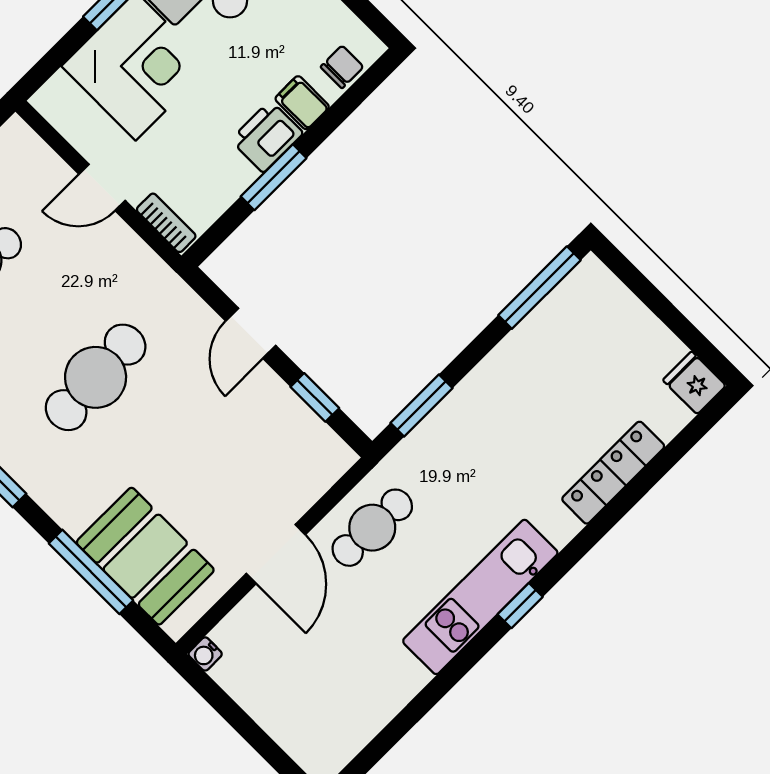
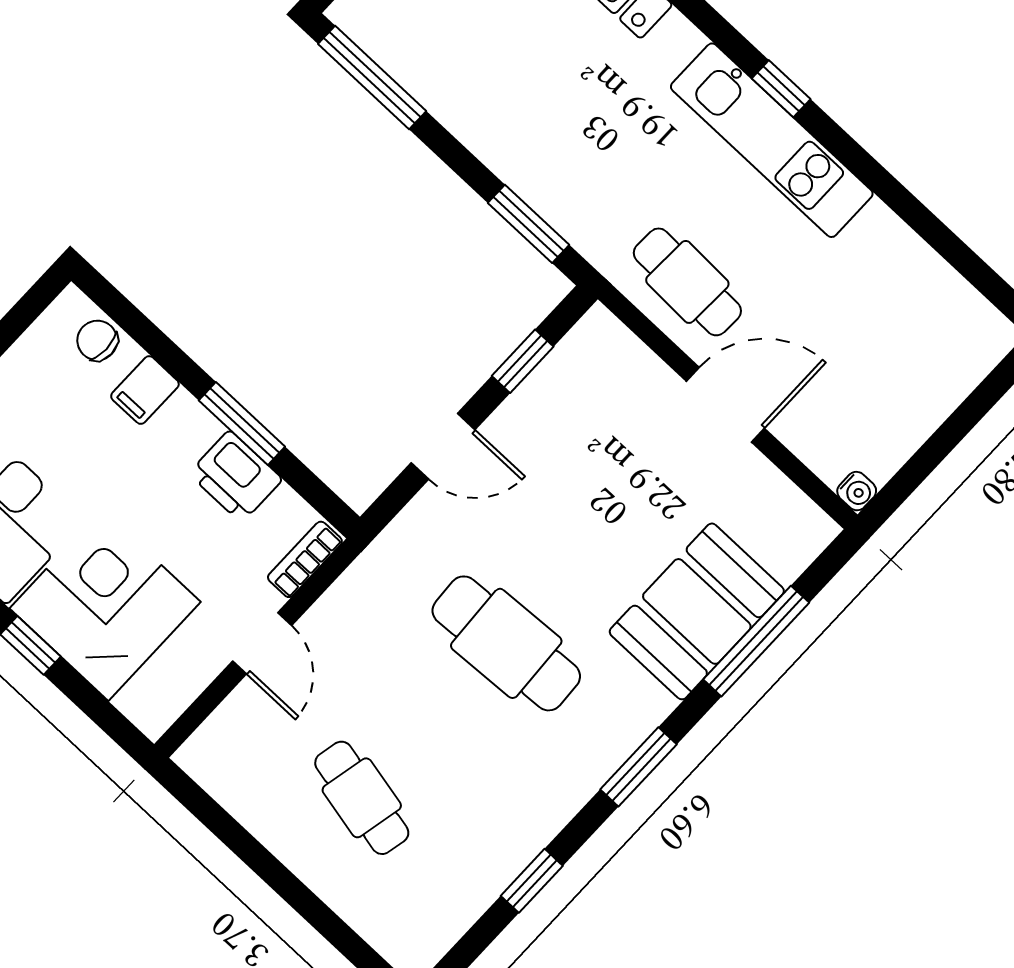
printer: (267, 137) -> (235, 476), moved
booth: (145, 556) -> (697, 611), moved

